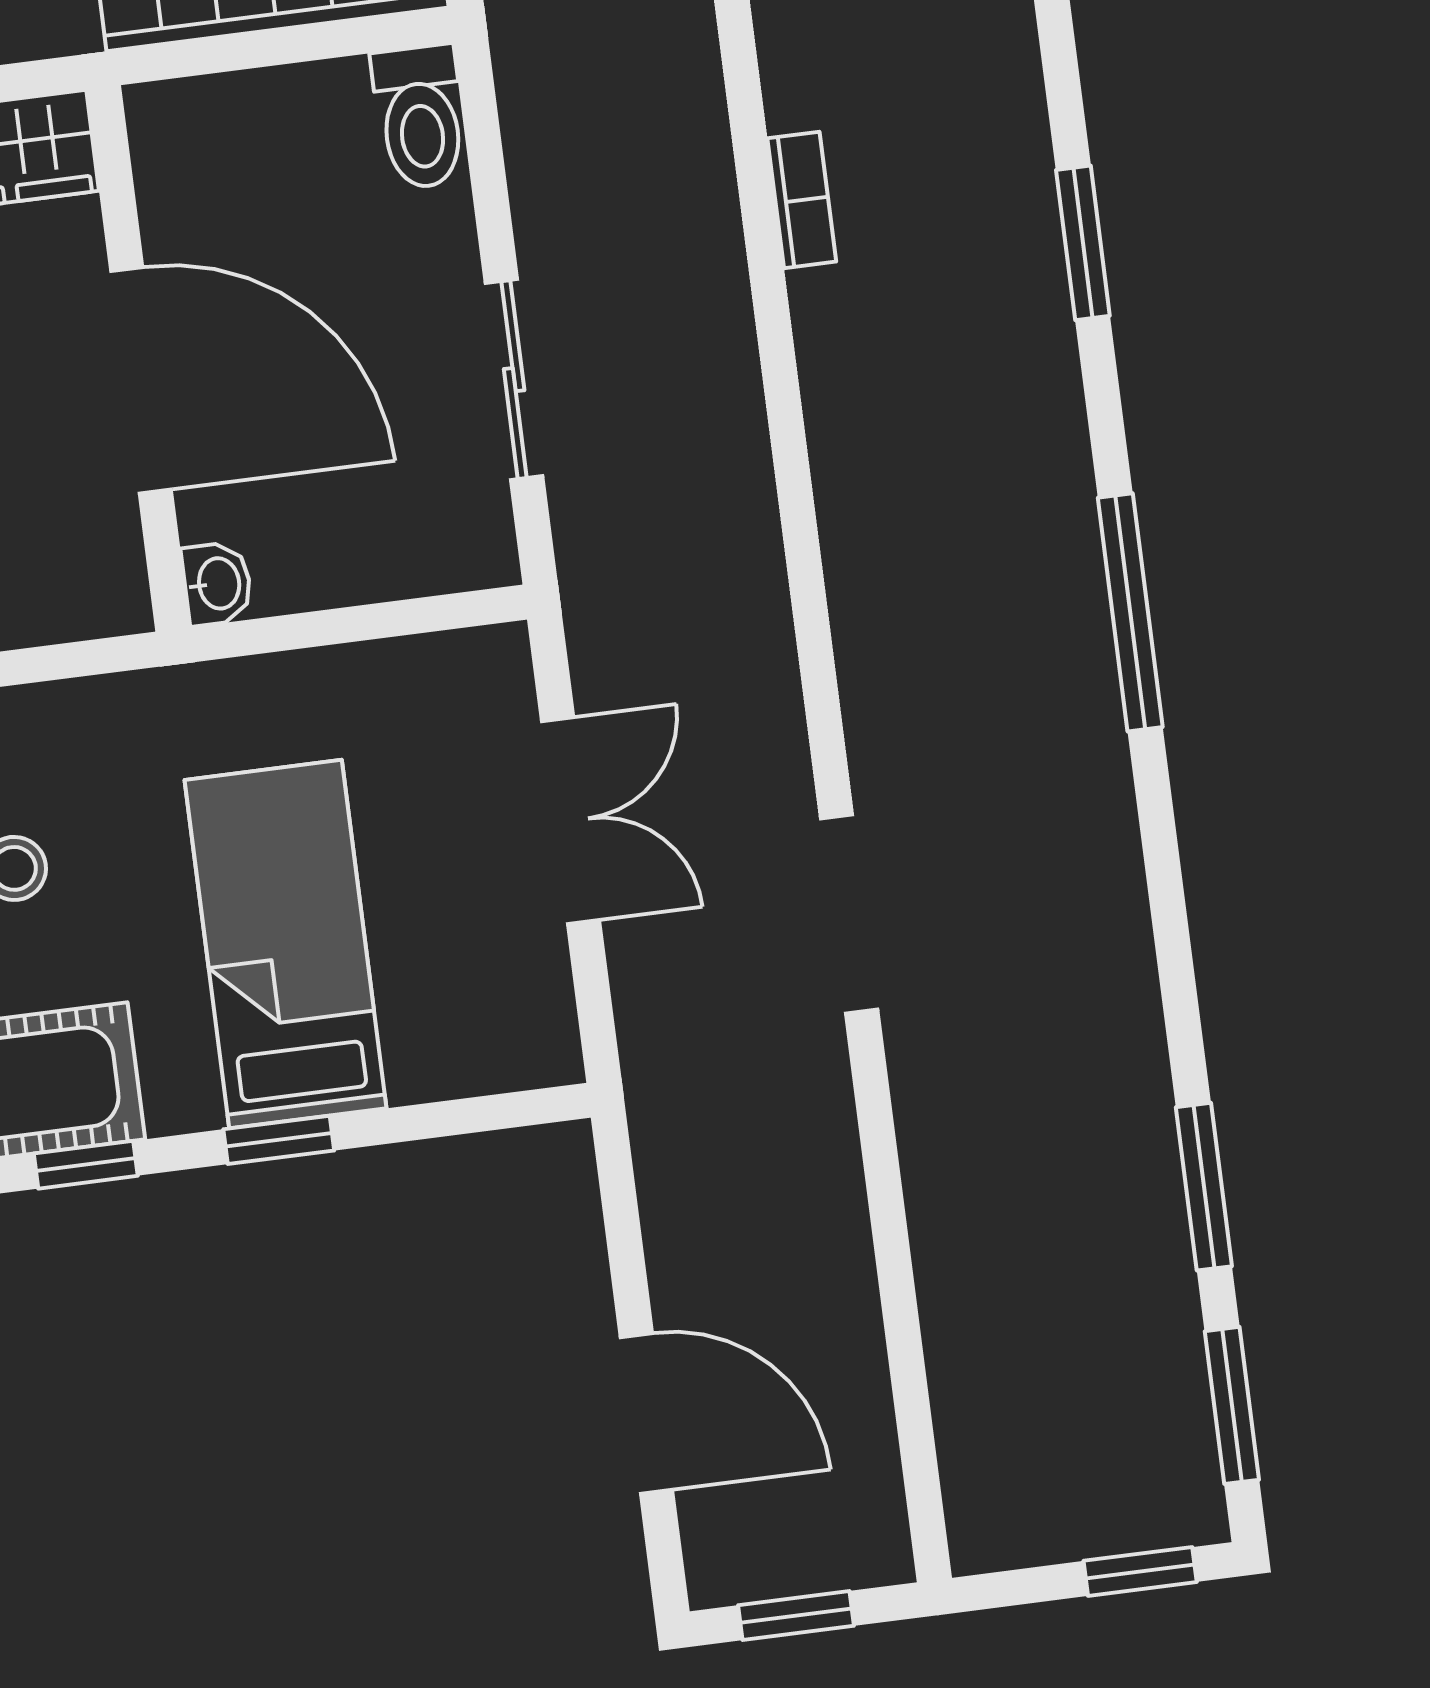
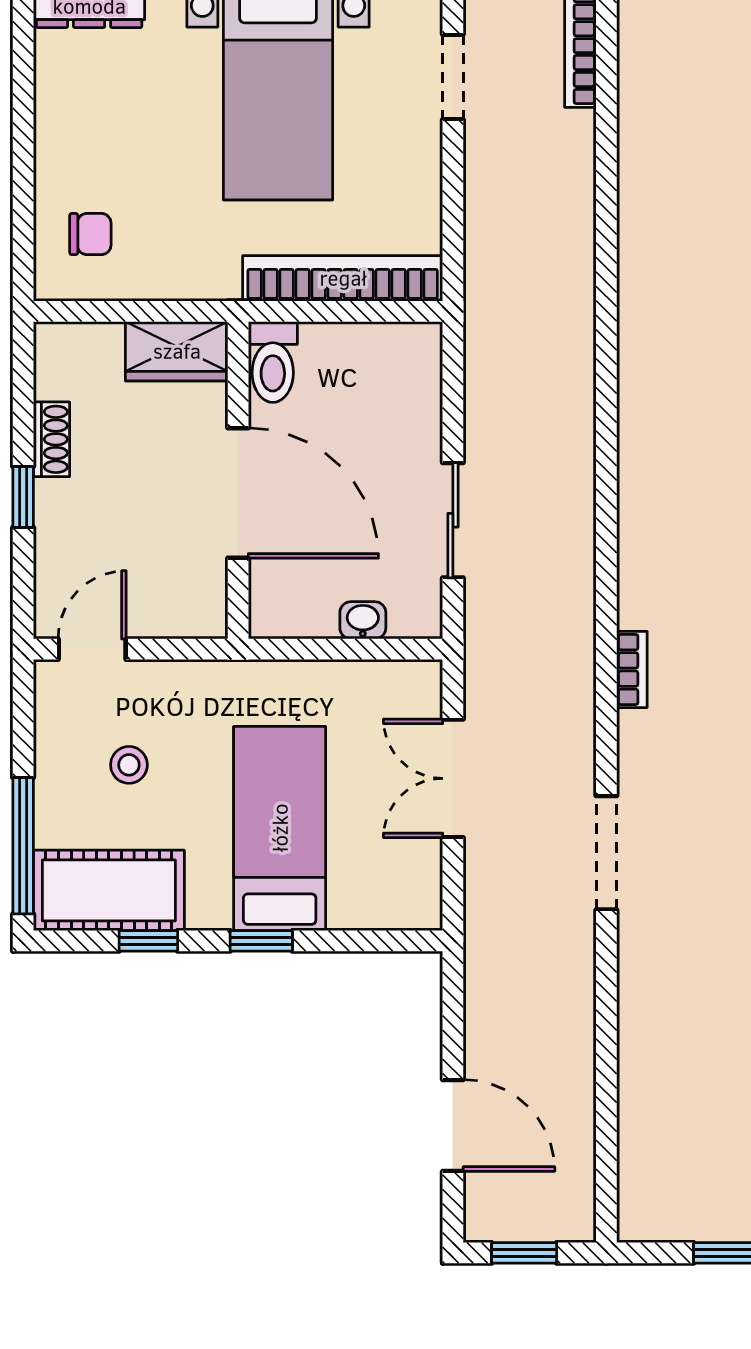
toilet: (420, 117) -> (273, 362), moved
bookcase: (802, 200) -> (632, 669), moved
washbasin: (217, 584) -> (363, 620), moved, turned -90
double door: (571, 821) -> (453, 778), swing flipped

